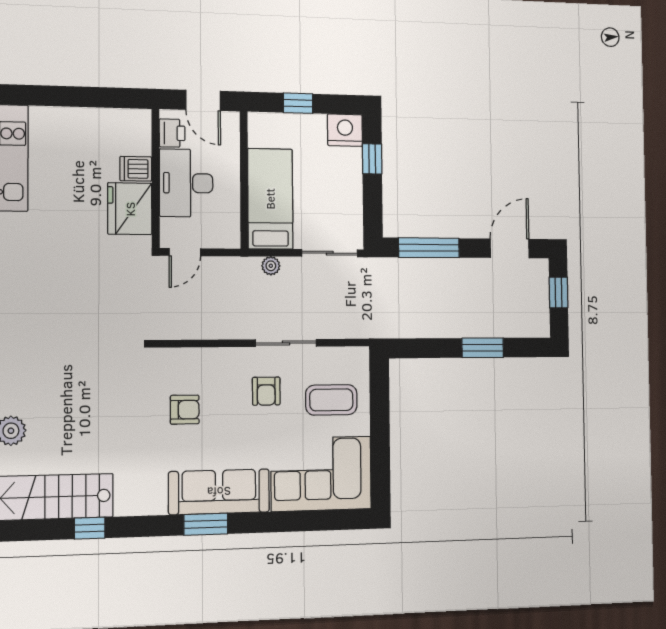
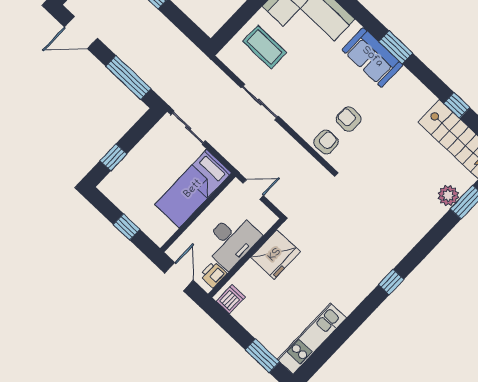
window: (47, 96) -> (262, 356), added
nightstand: (345, 130) -> (114, 188), removed
dishwasher: (136, 169) -> (231, 299), moved, turned -90
door: (185, 252) -> (253, 189), moved
plant: (271, 266) -> (228, 152), removed
armchair: (266, 391) -> (326, 142), moved
sofa: (219, 492) -> (372, 57), width x0.73

